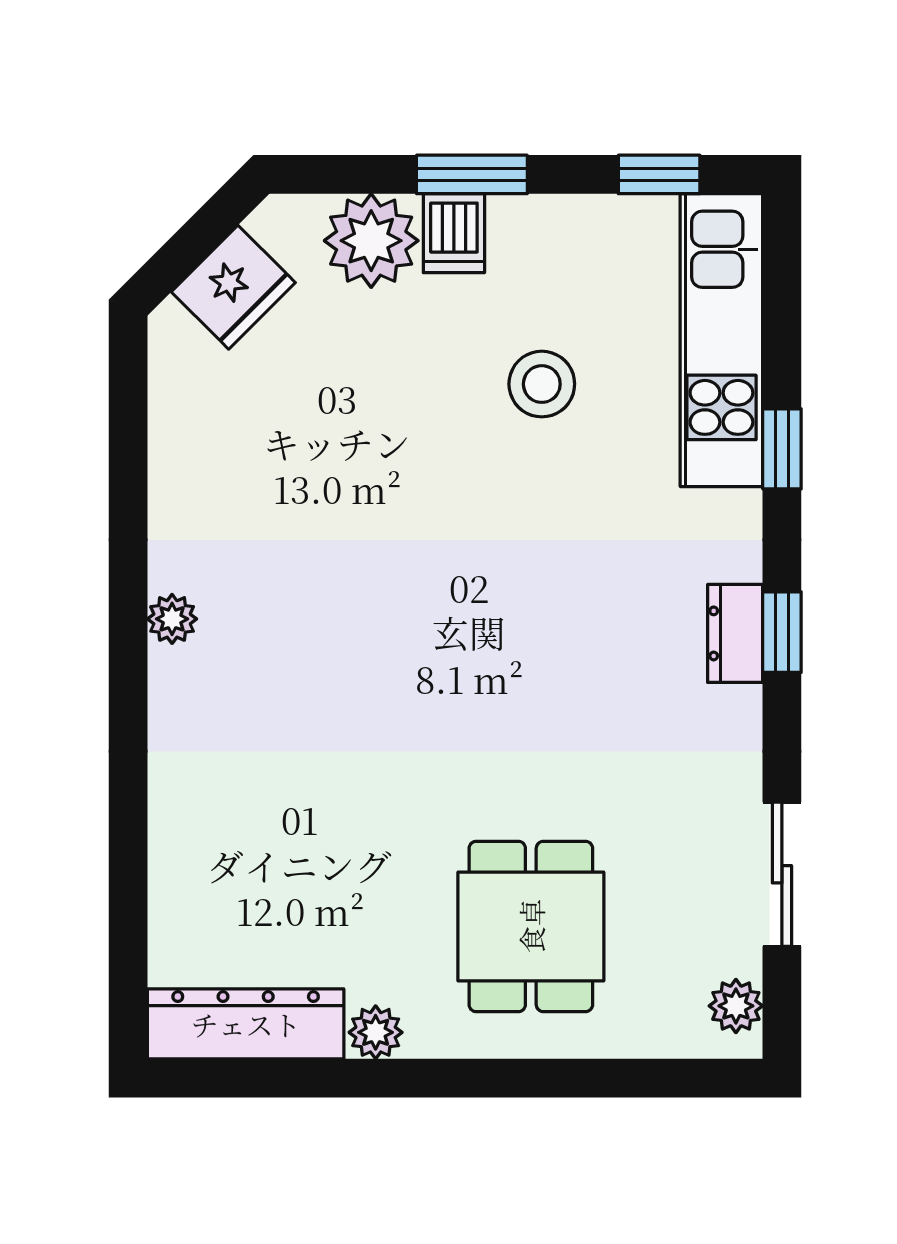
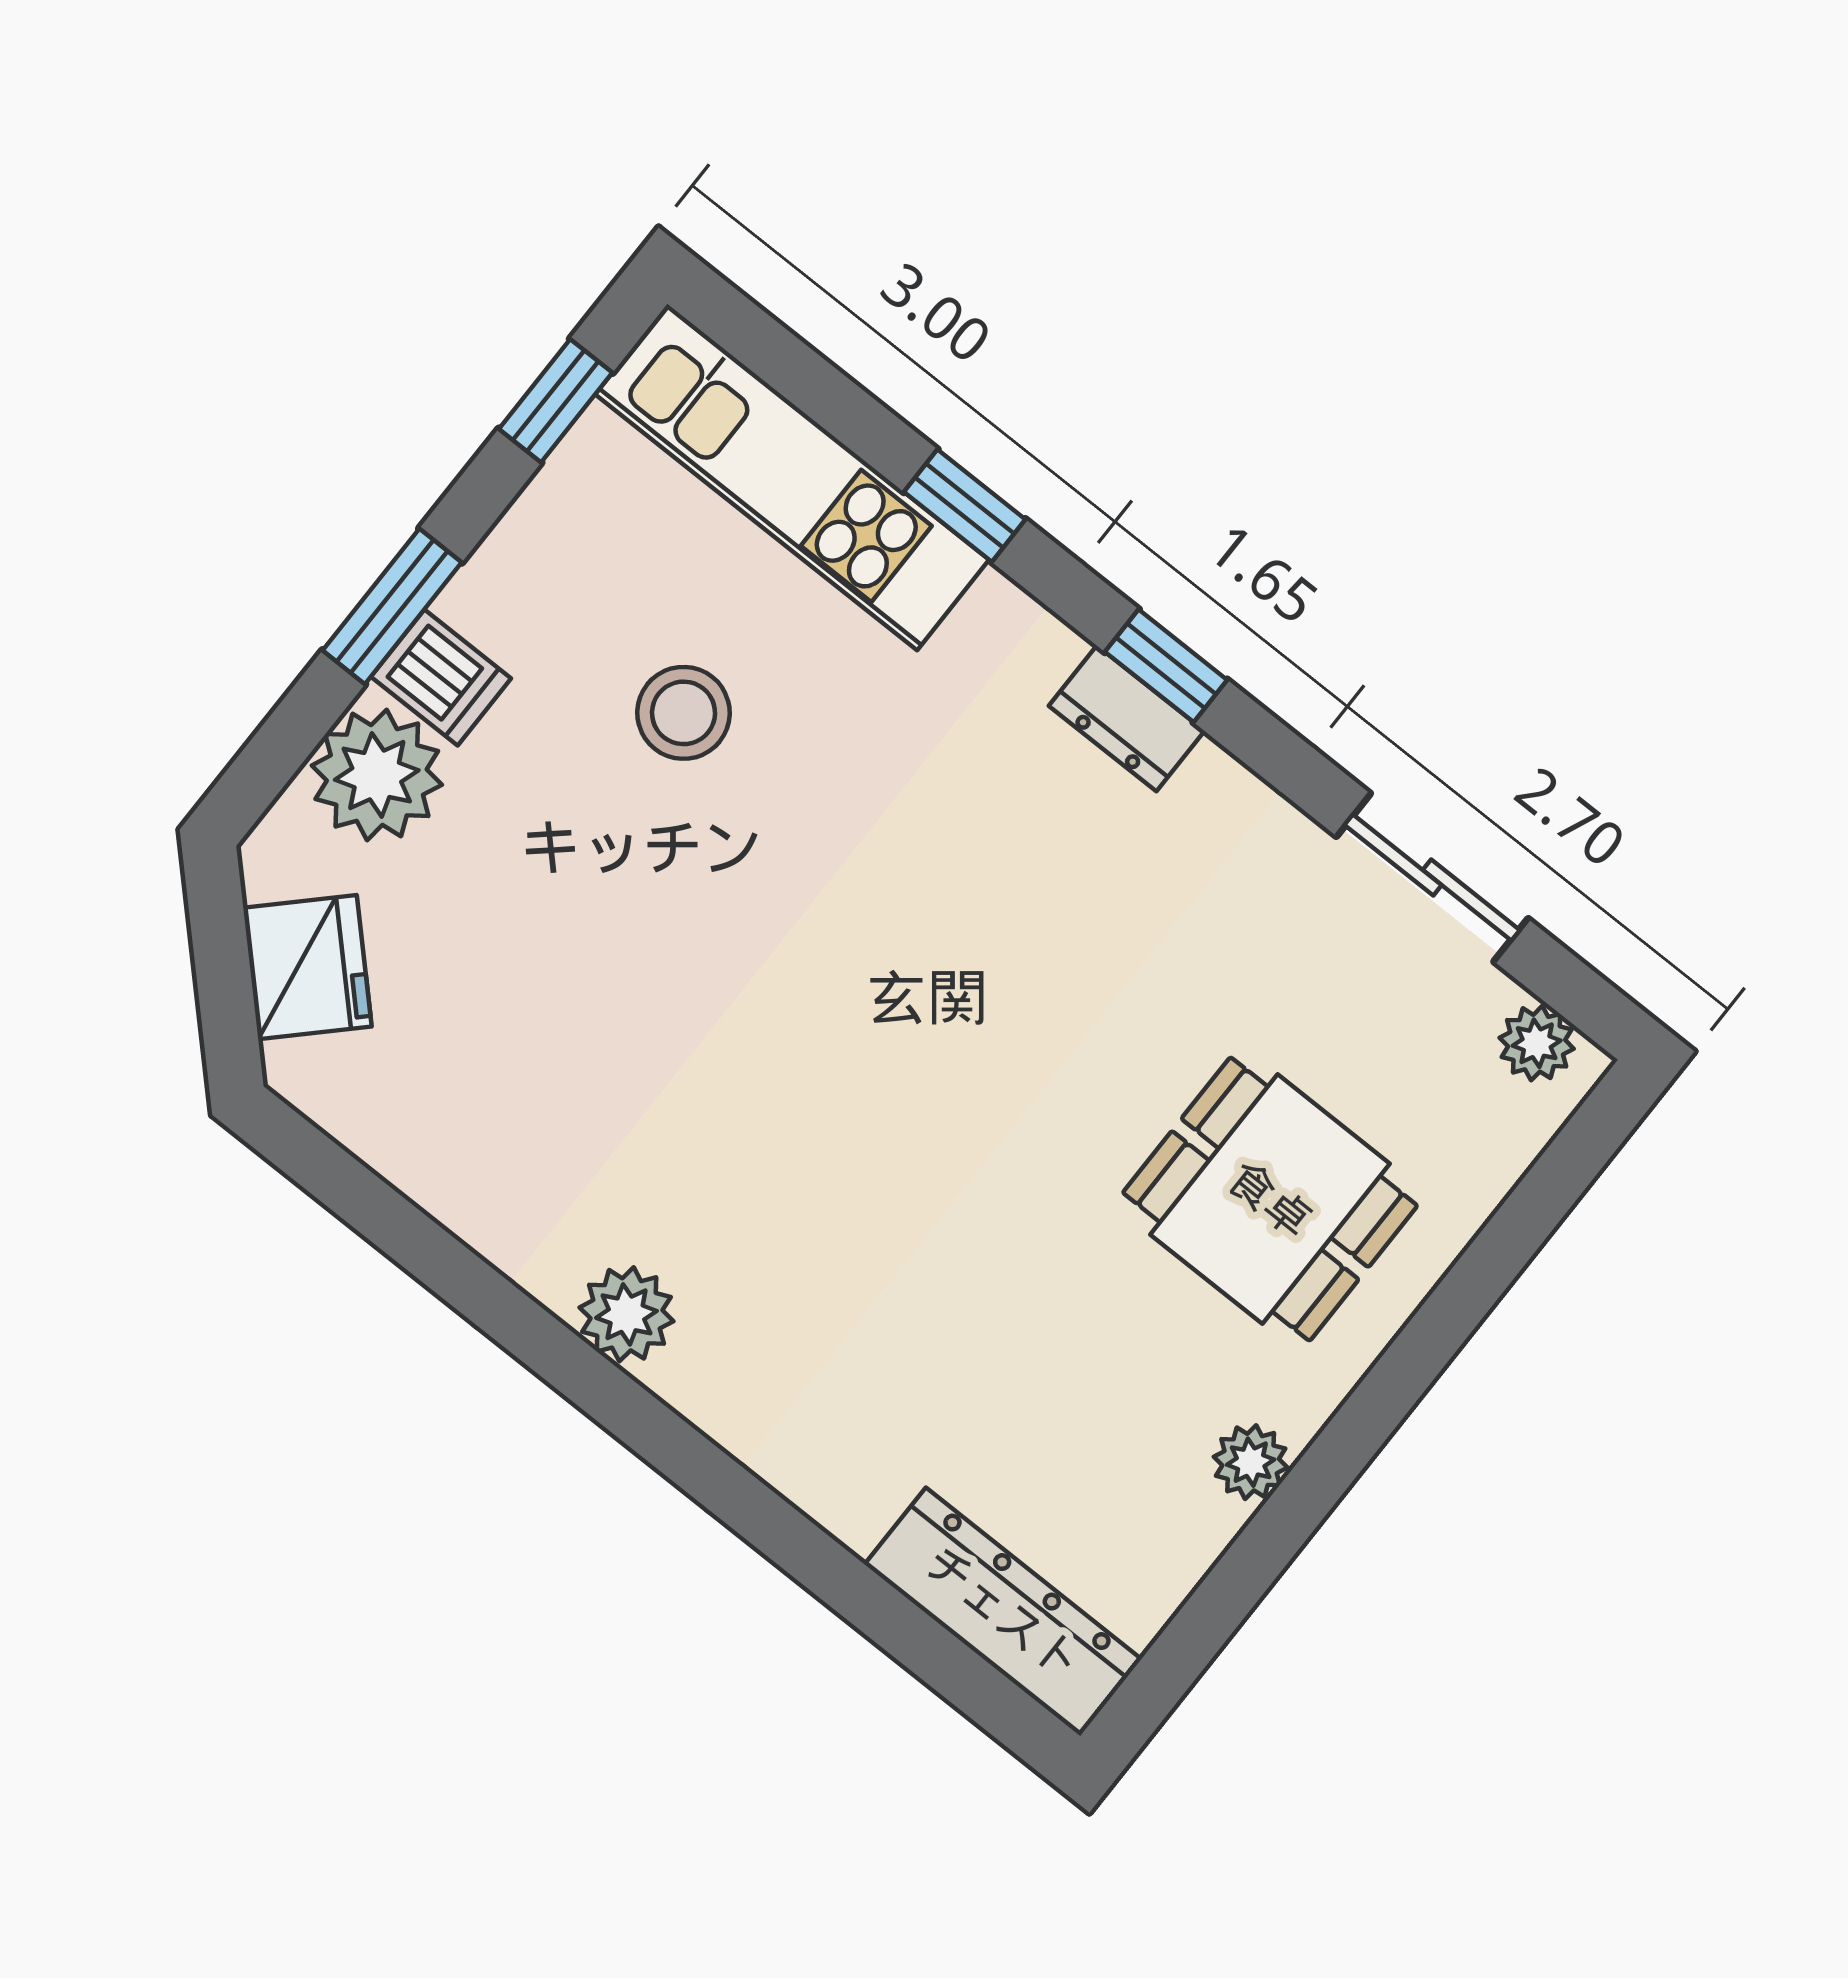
plant: (172, 619) -> (627, 1314), width x1.38, depth x1.38
dresser: (246, 1024) -> (1003, 1612), moved, turned 90

